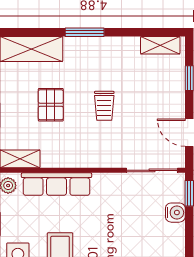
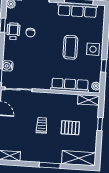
pallet: (51, 105) -> (70, 128), turned 90

